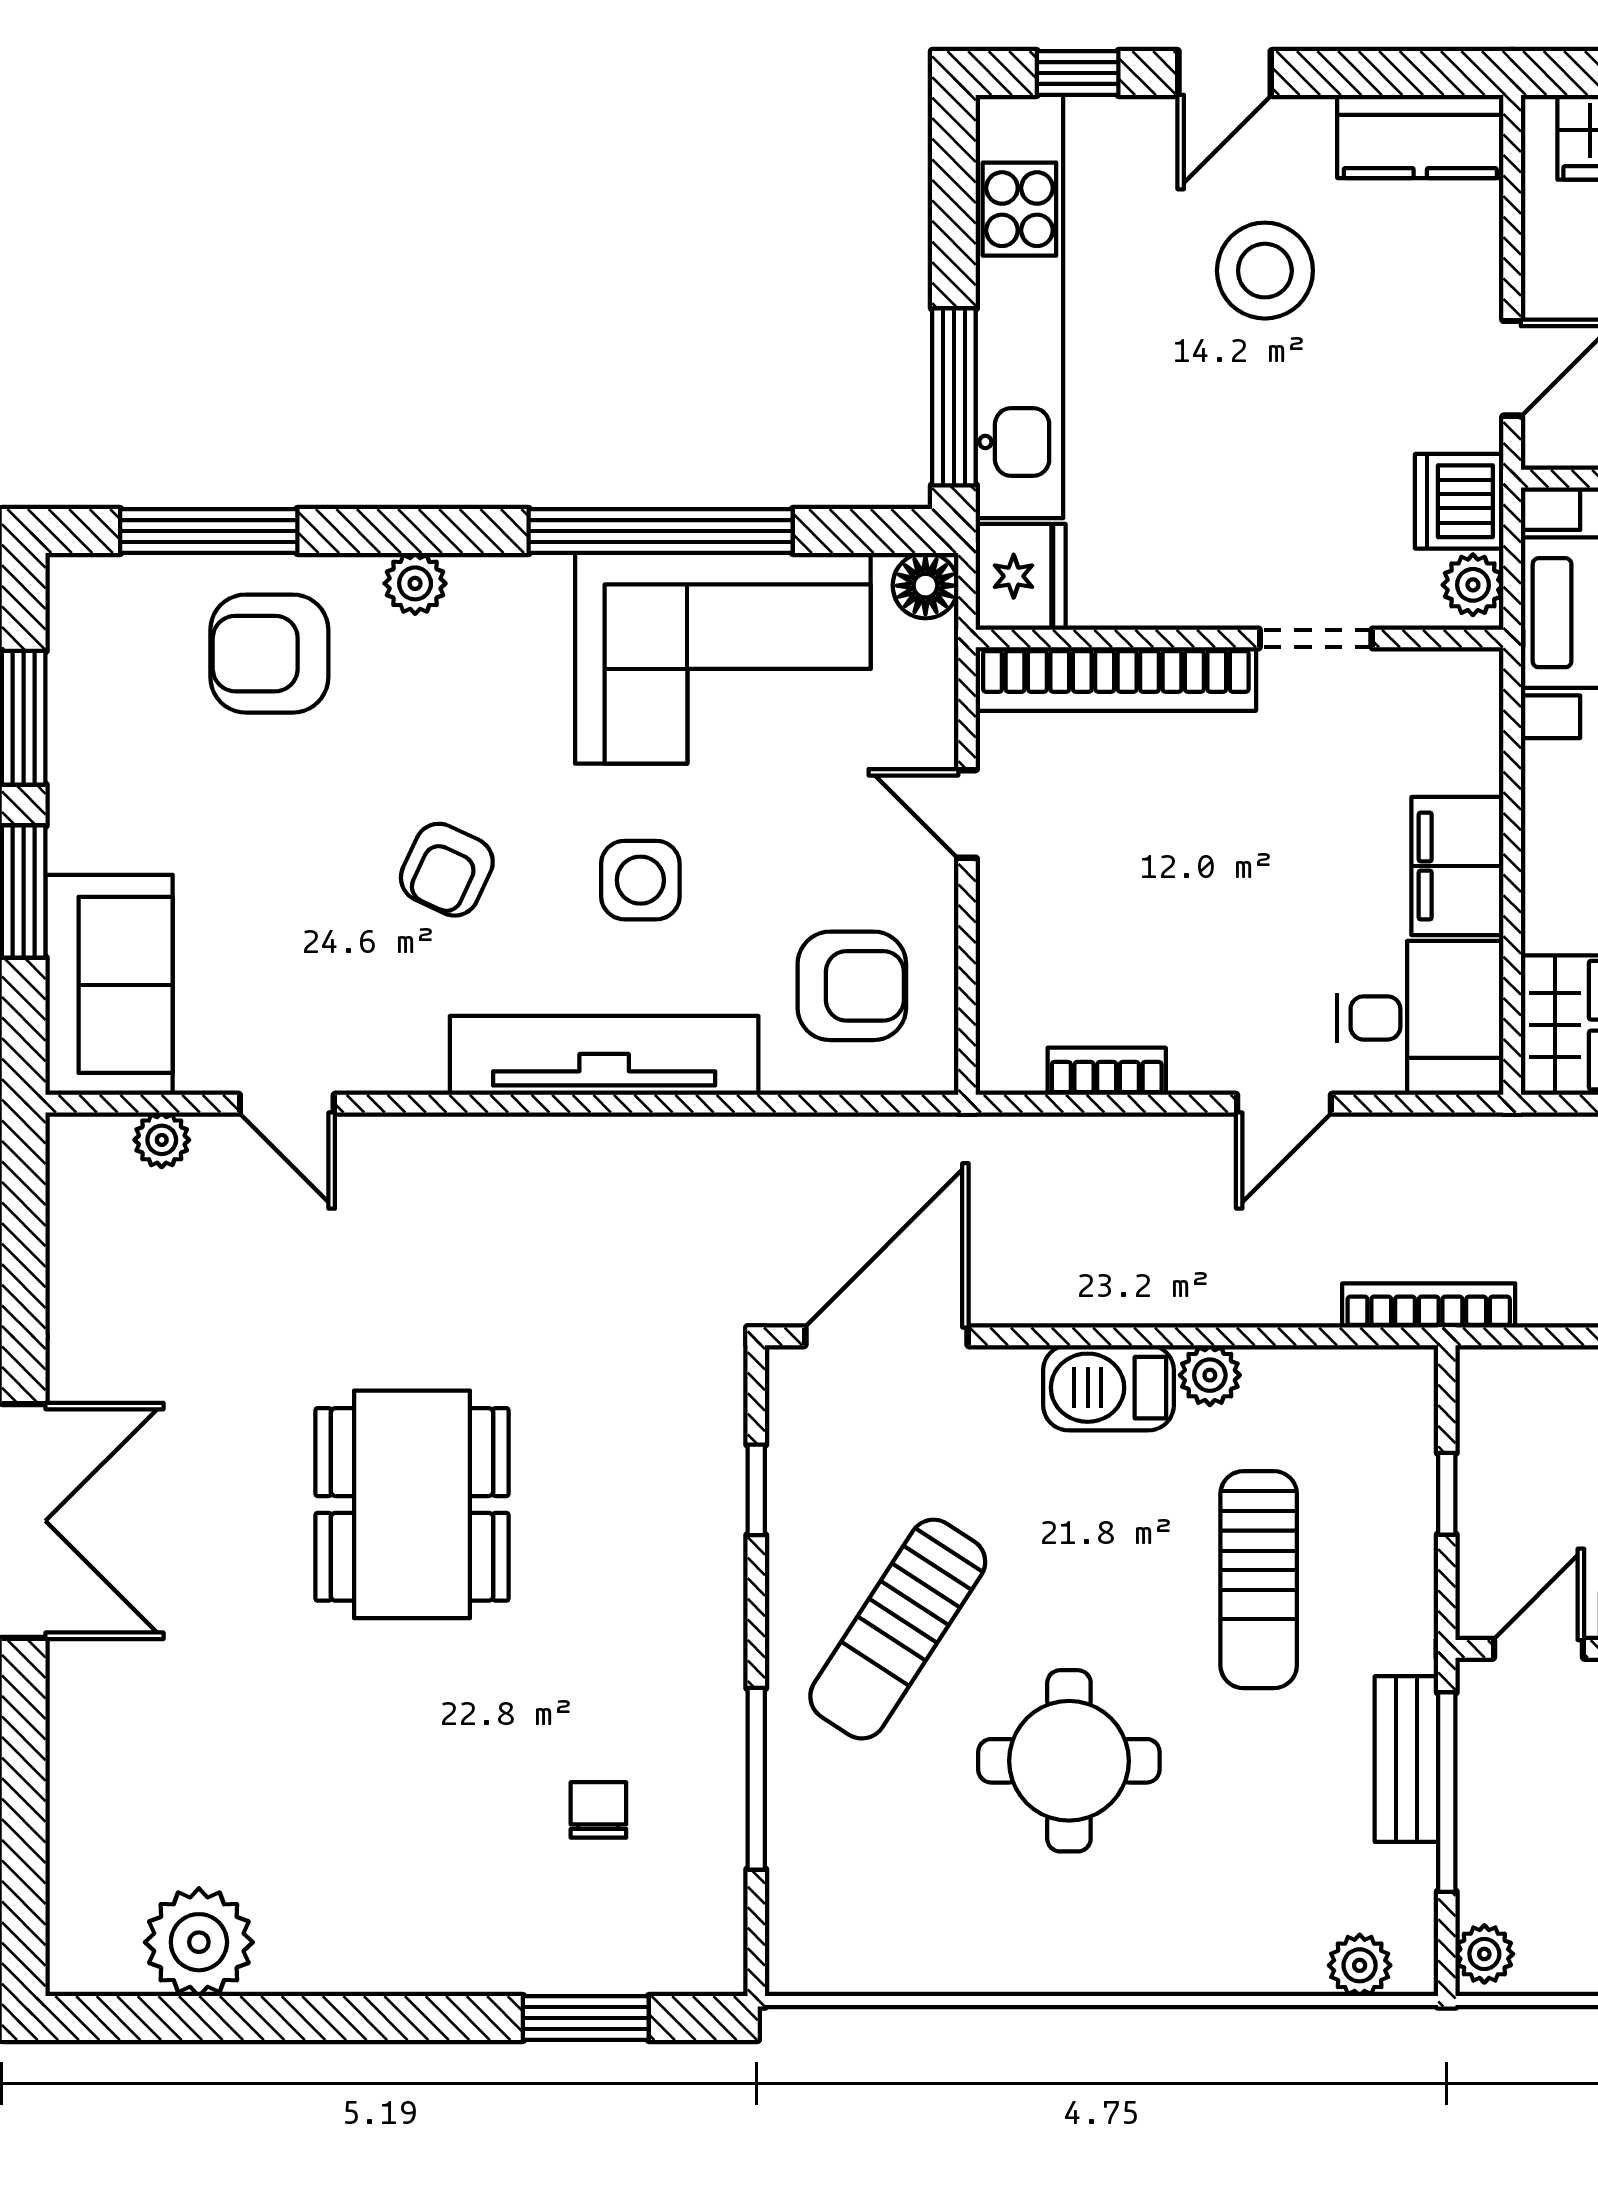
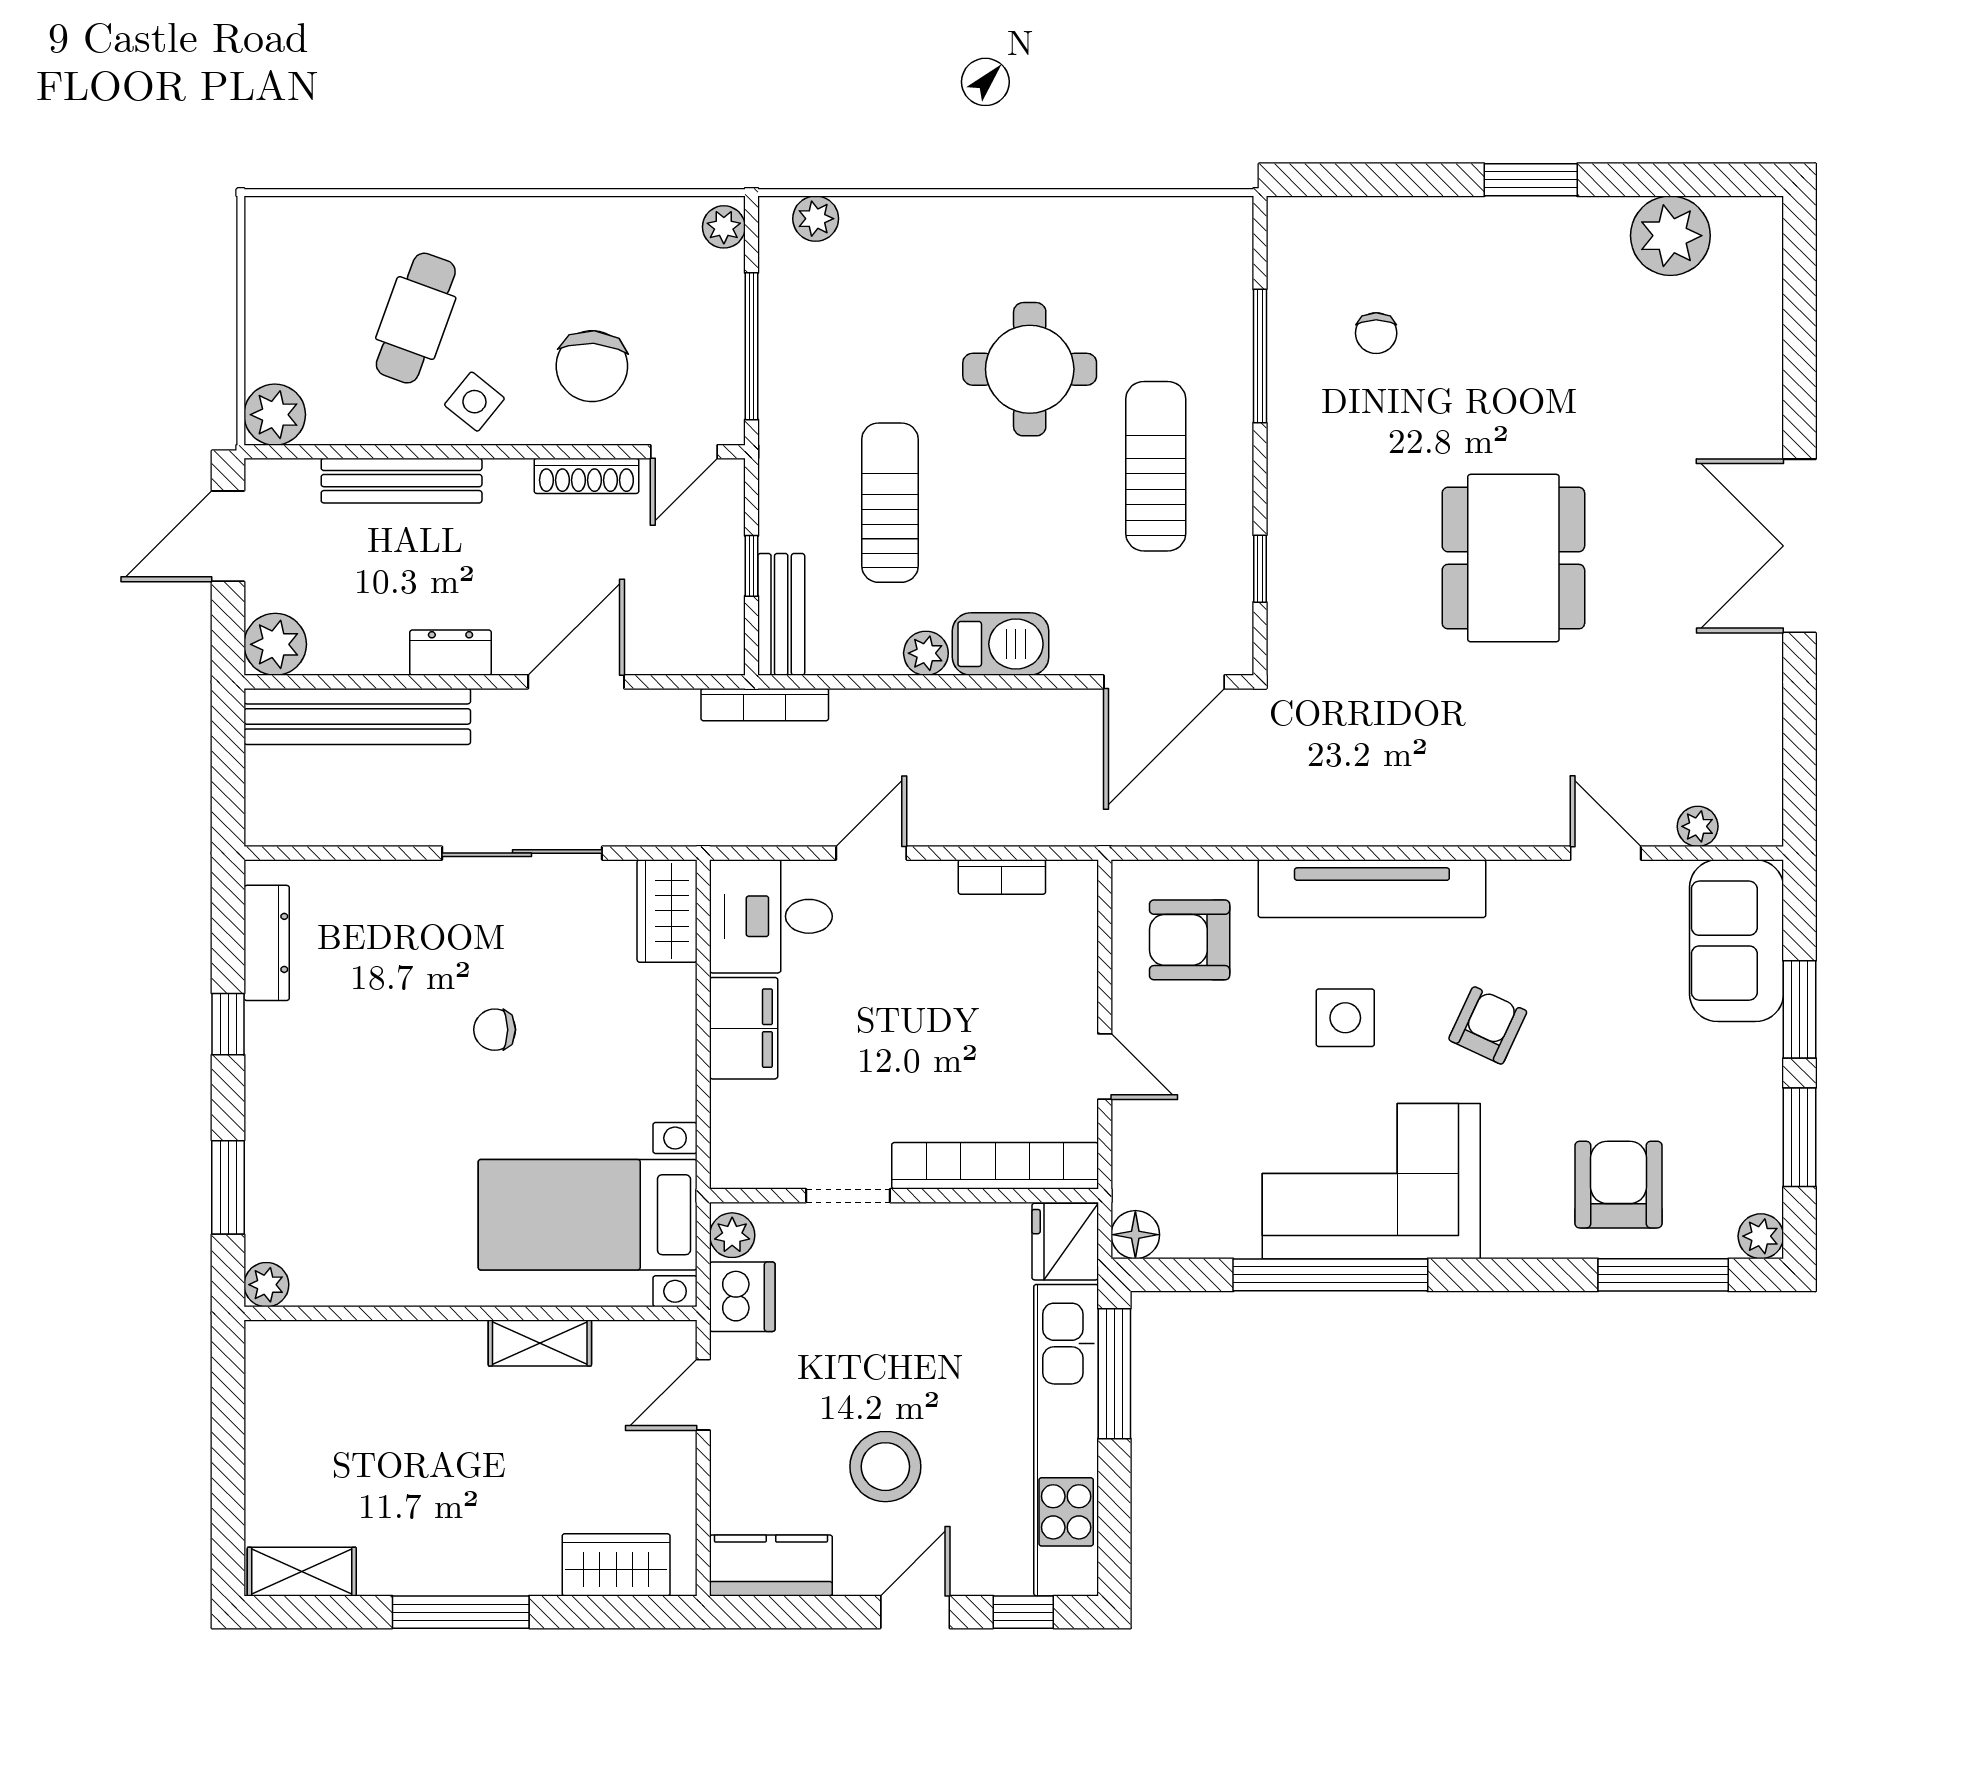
plant: (415, 583) -> (1761, 1236), moved
armchair: (269, 654) -> (1618, 1185), turned -90
corner sofa: (723, 658) -> (1371, 1181), moved
sun lounger: (898, 1629) -> (1156, 466), turned -33
bench: (1406, 1759) -> (781, 614), moved
window: (586, 2018) -> (1531, 180), moved

